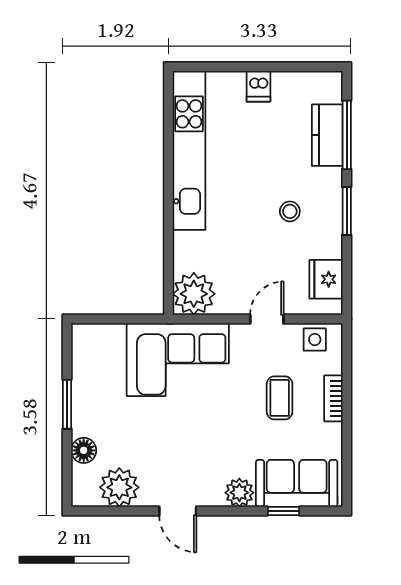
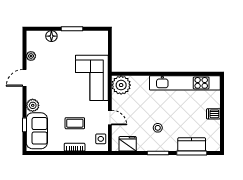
plant: (119, 487) -> (31, 56), width x0.53, depth x0.53

